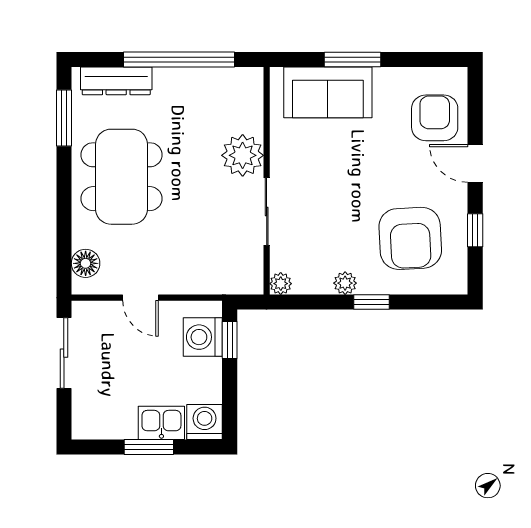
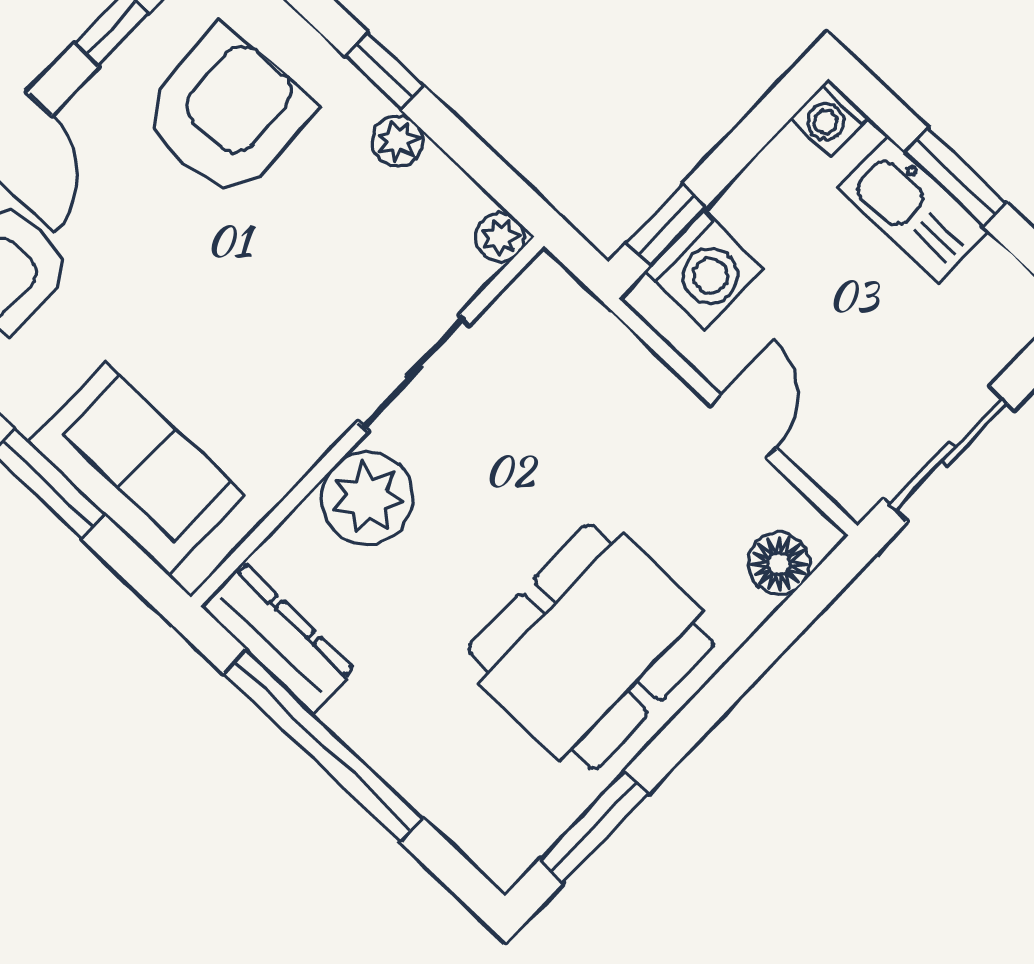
dresser: (116, 81) -> (278, 638), moved
washing machine: (205, 422) -> (829, 118), width x0.73, depth x0.73
kitchen sink: (161, 423) -> (913, 209), width x1.38

